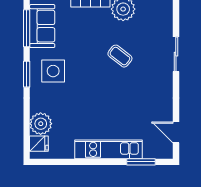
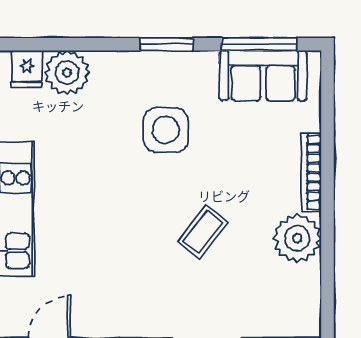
side table: (53, 71) -> (166, 130), moved

